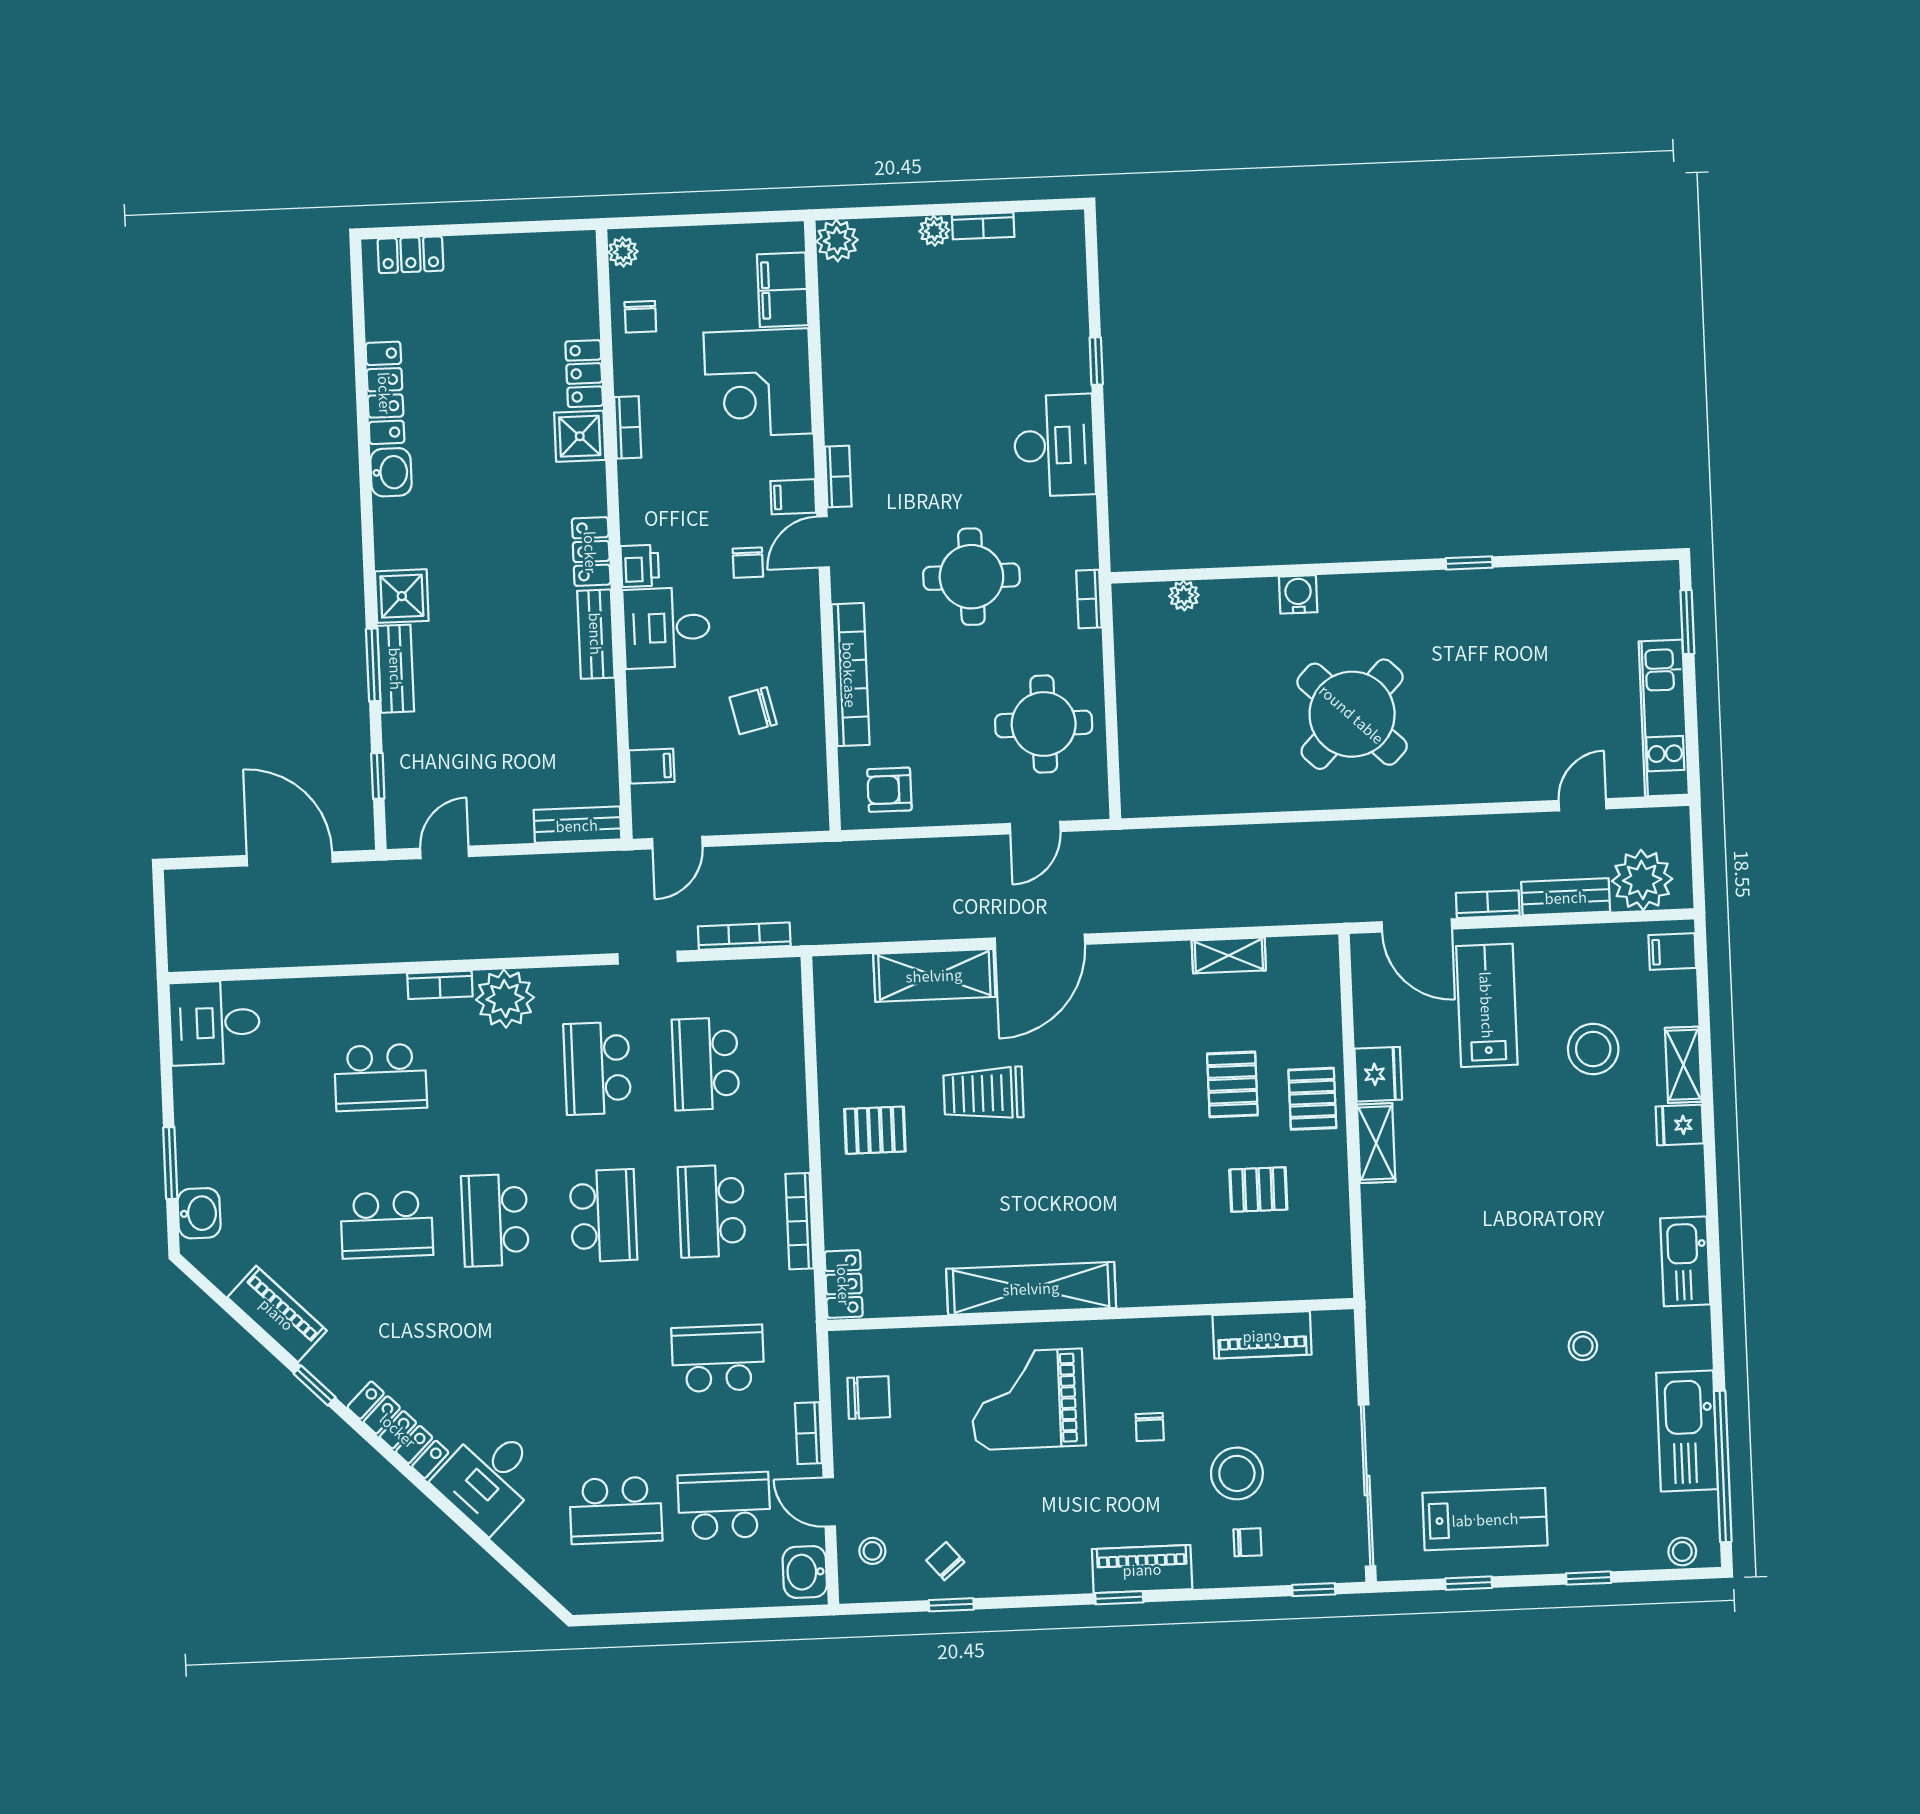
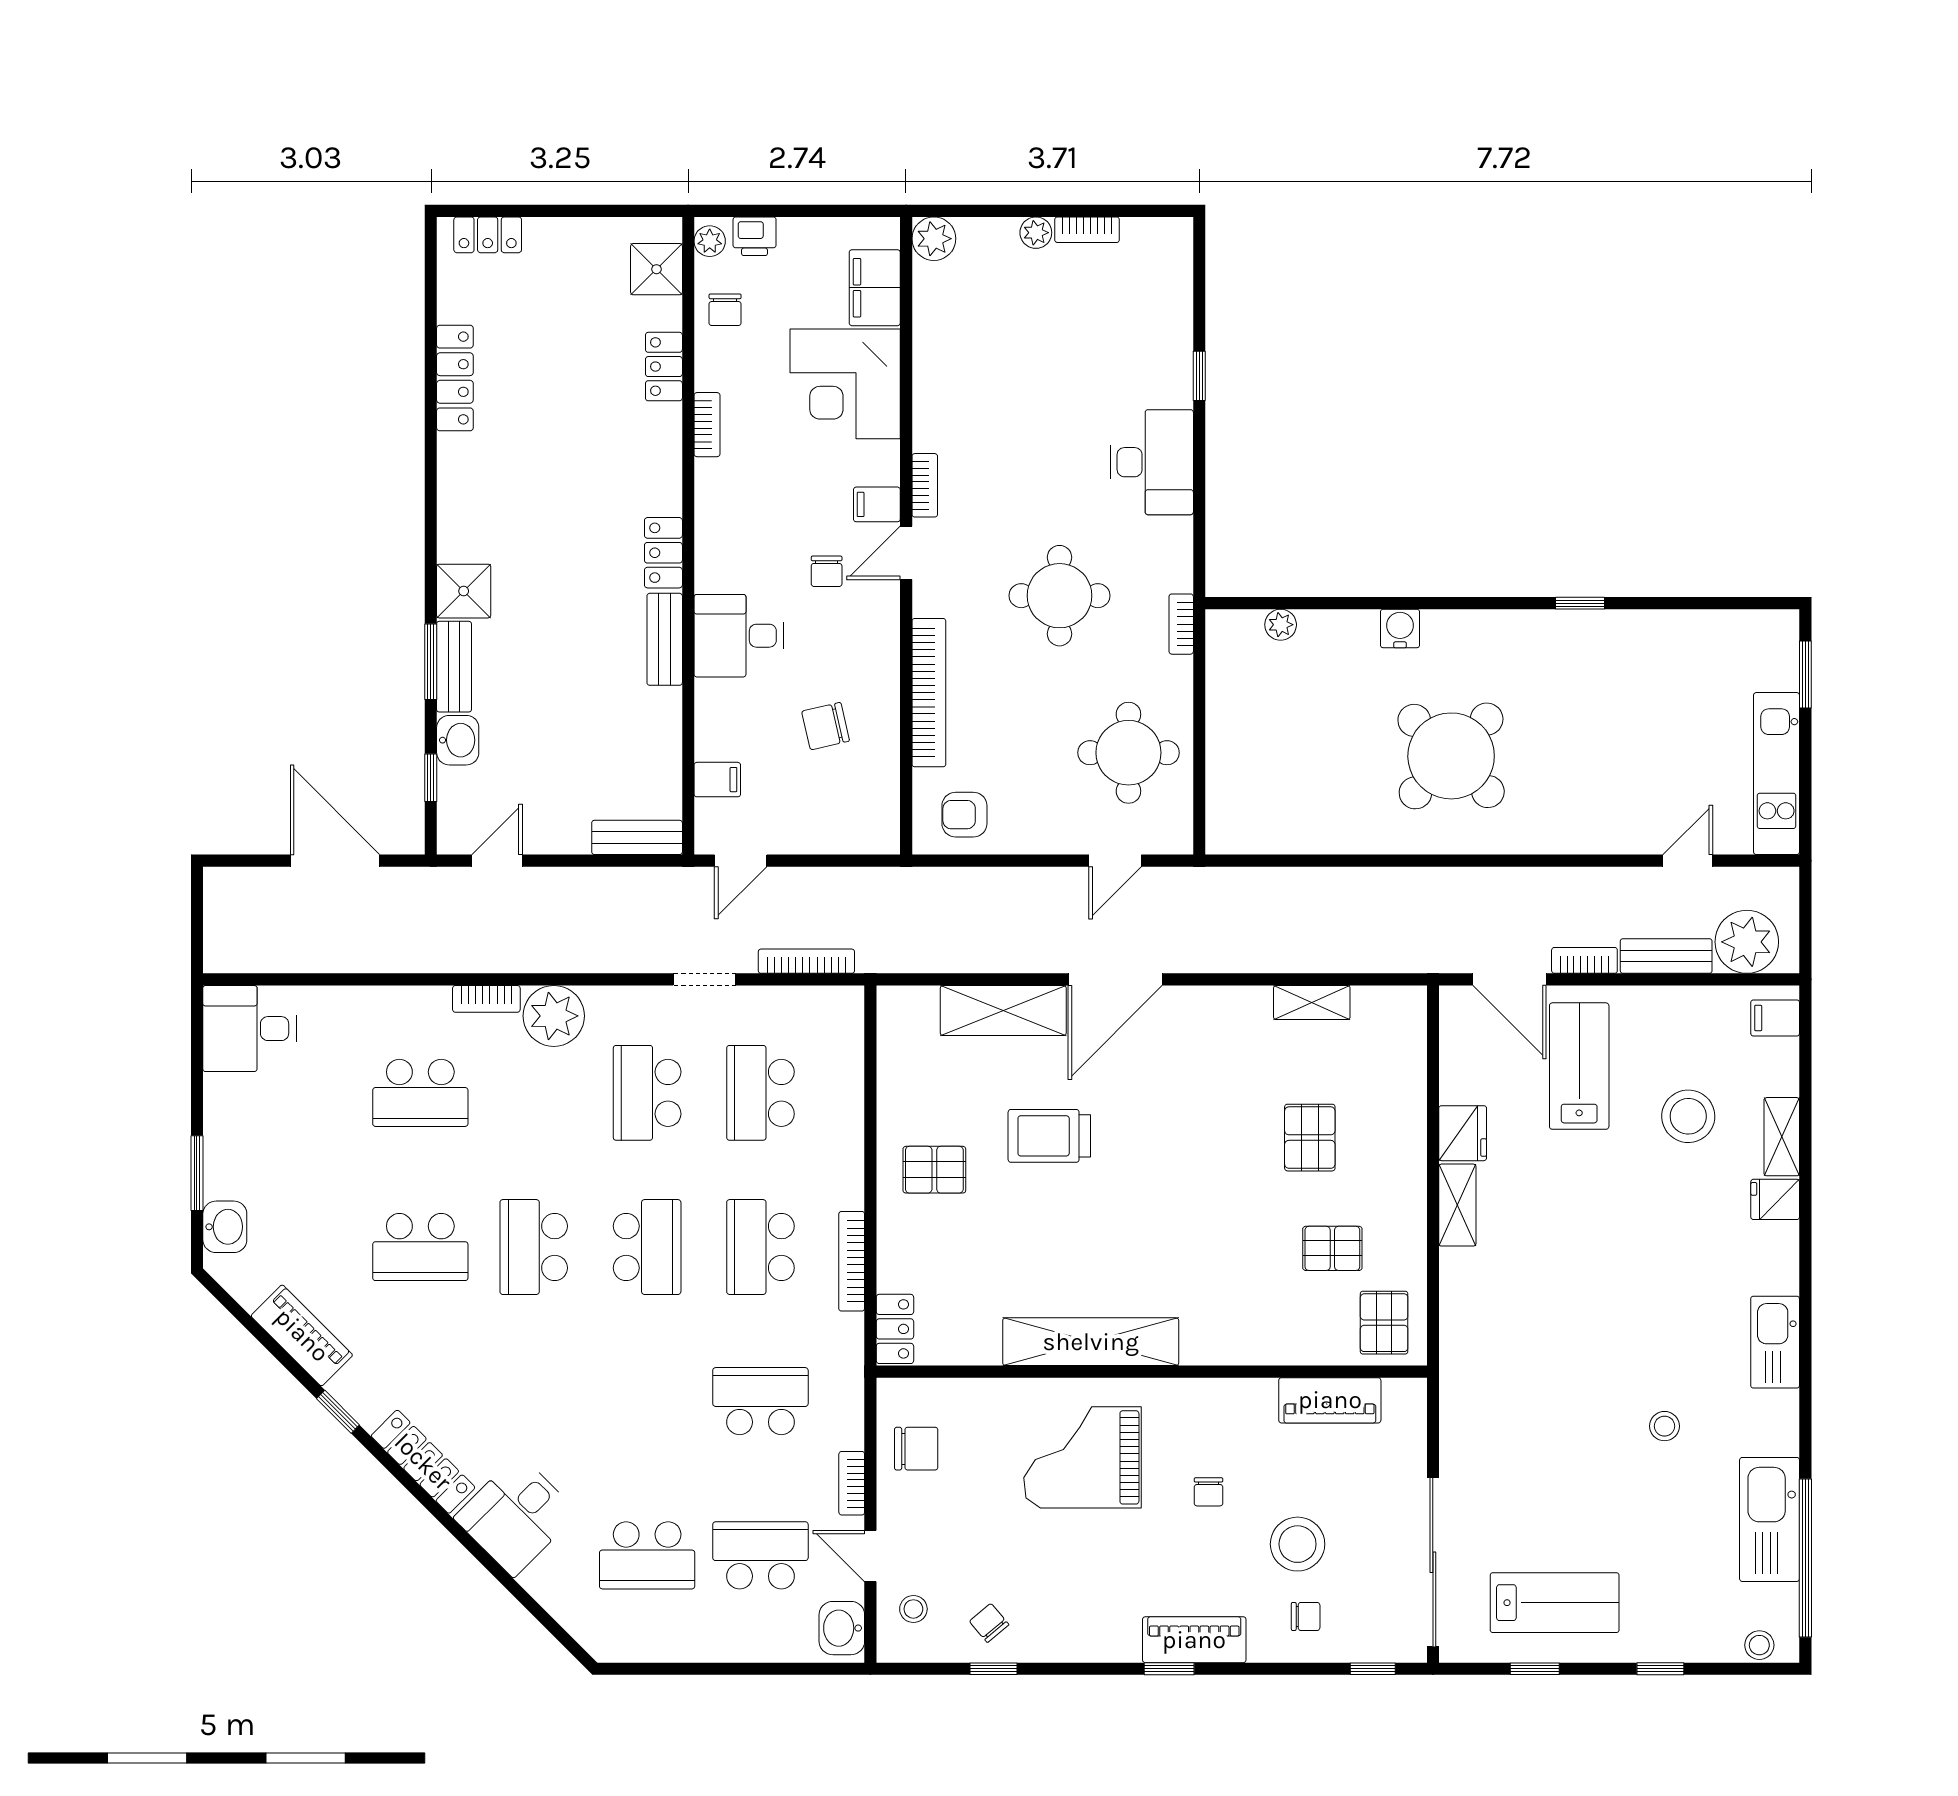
shower: (580, 436) -> (656, 269), moved
washbasin: (391, 472) -> (458, 740), moved
printer: (640, 566) -> (755, 236), moved, turned 90
pallet: (1312, 1099) -> (1384, 1323), moved

